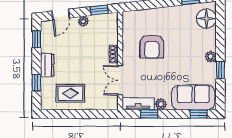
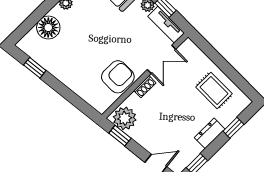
floor lamp: (206, 19) -> (48, 28), moved
plant: (83, 21) -> (125, 118), moved, width x1.88, depth x1.88
armchair: (152, 46) -> (118, 77), moved

